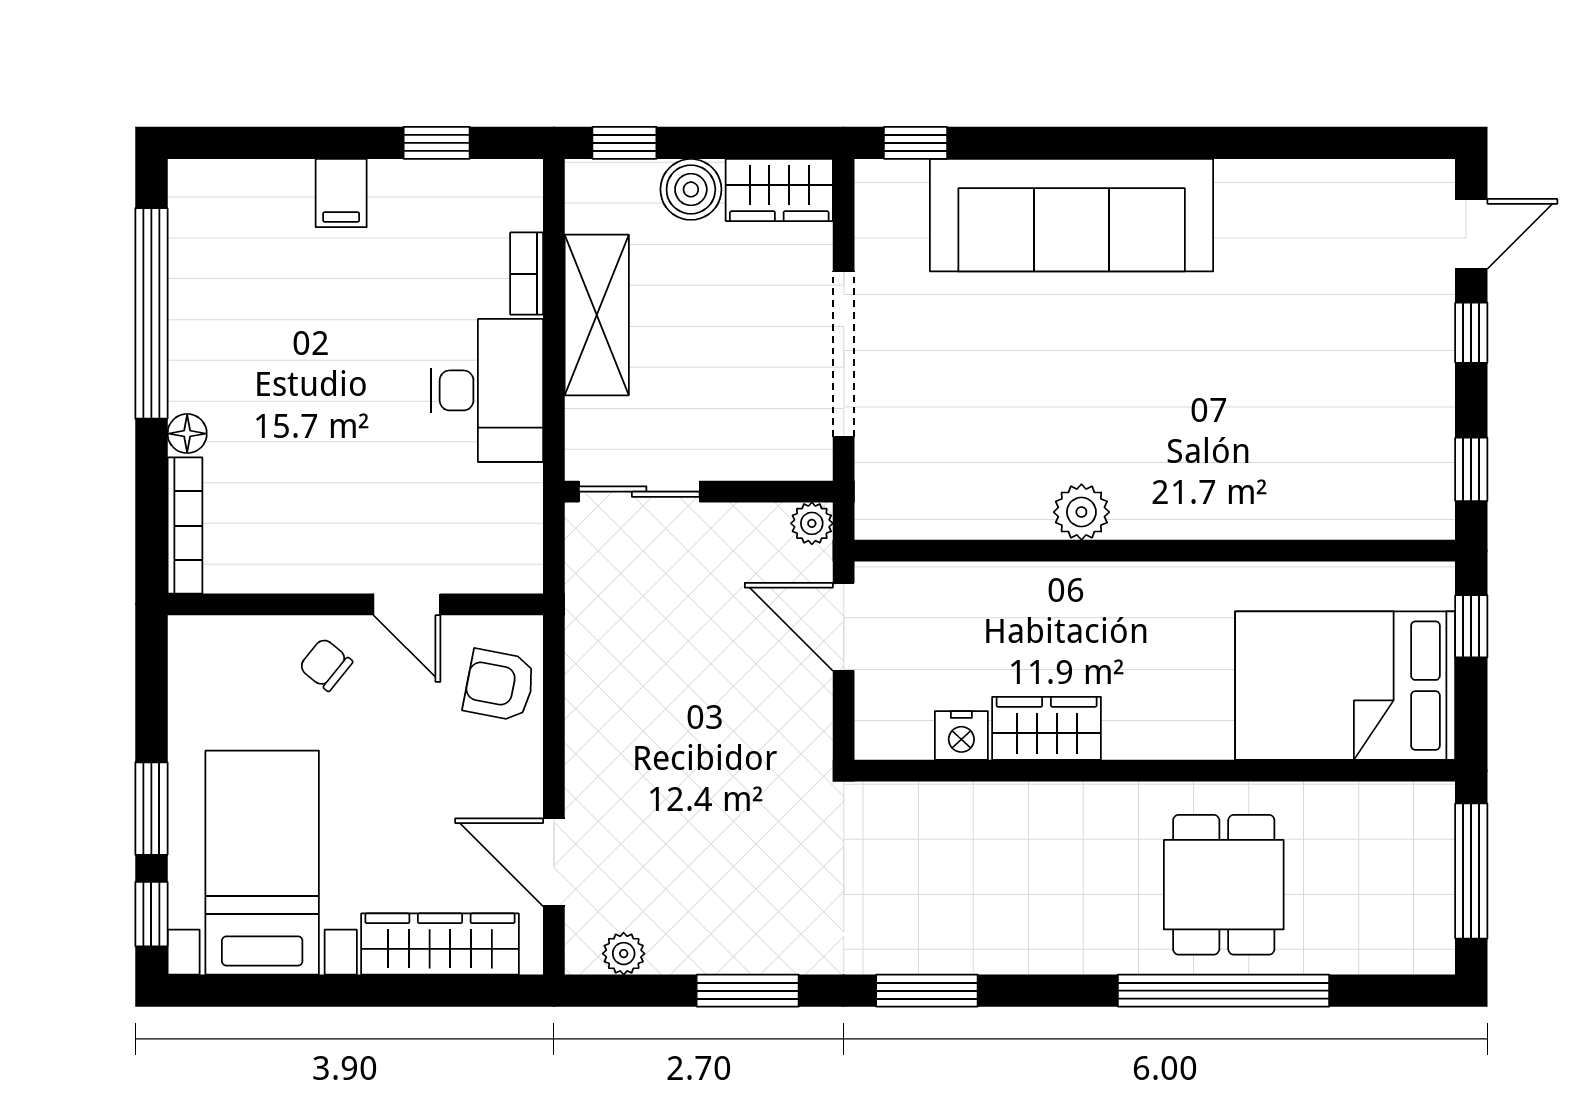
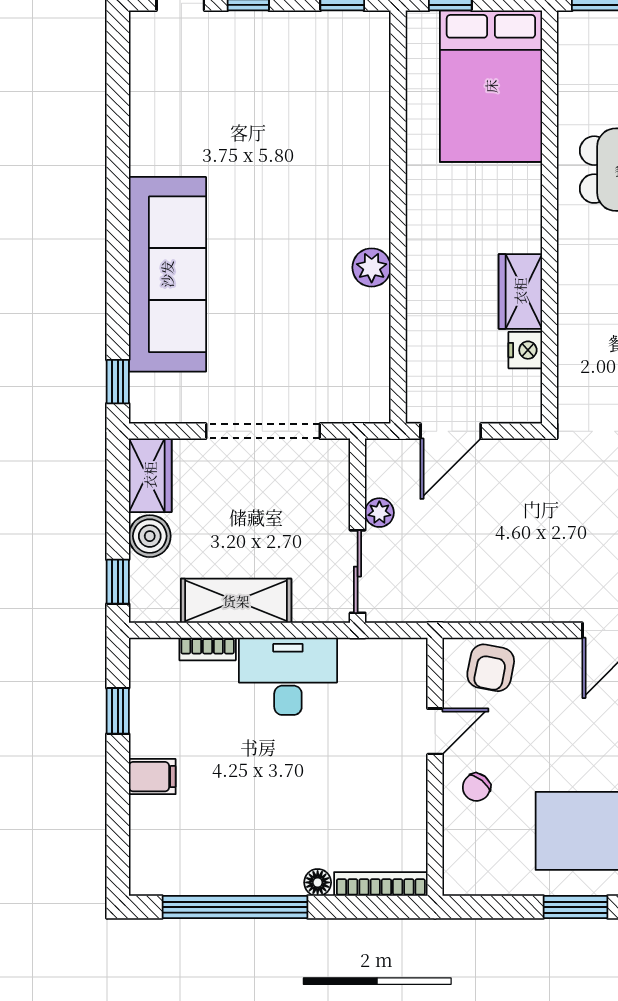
plant: (812, 523) -> (379, 513), moved

